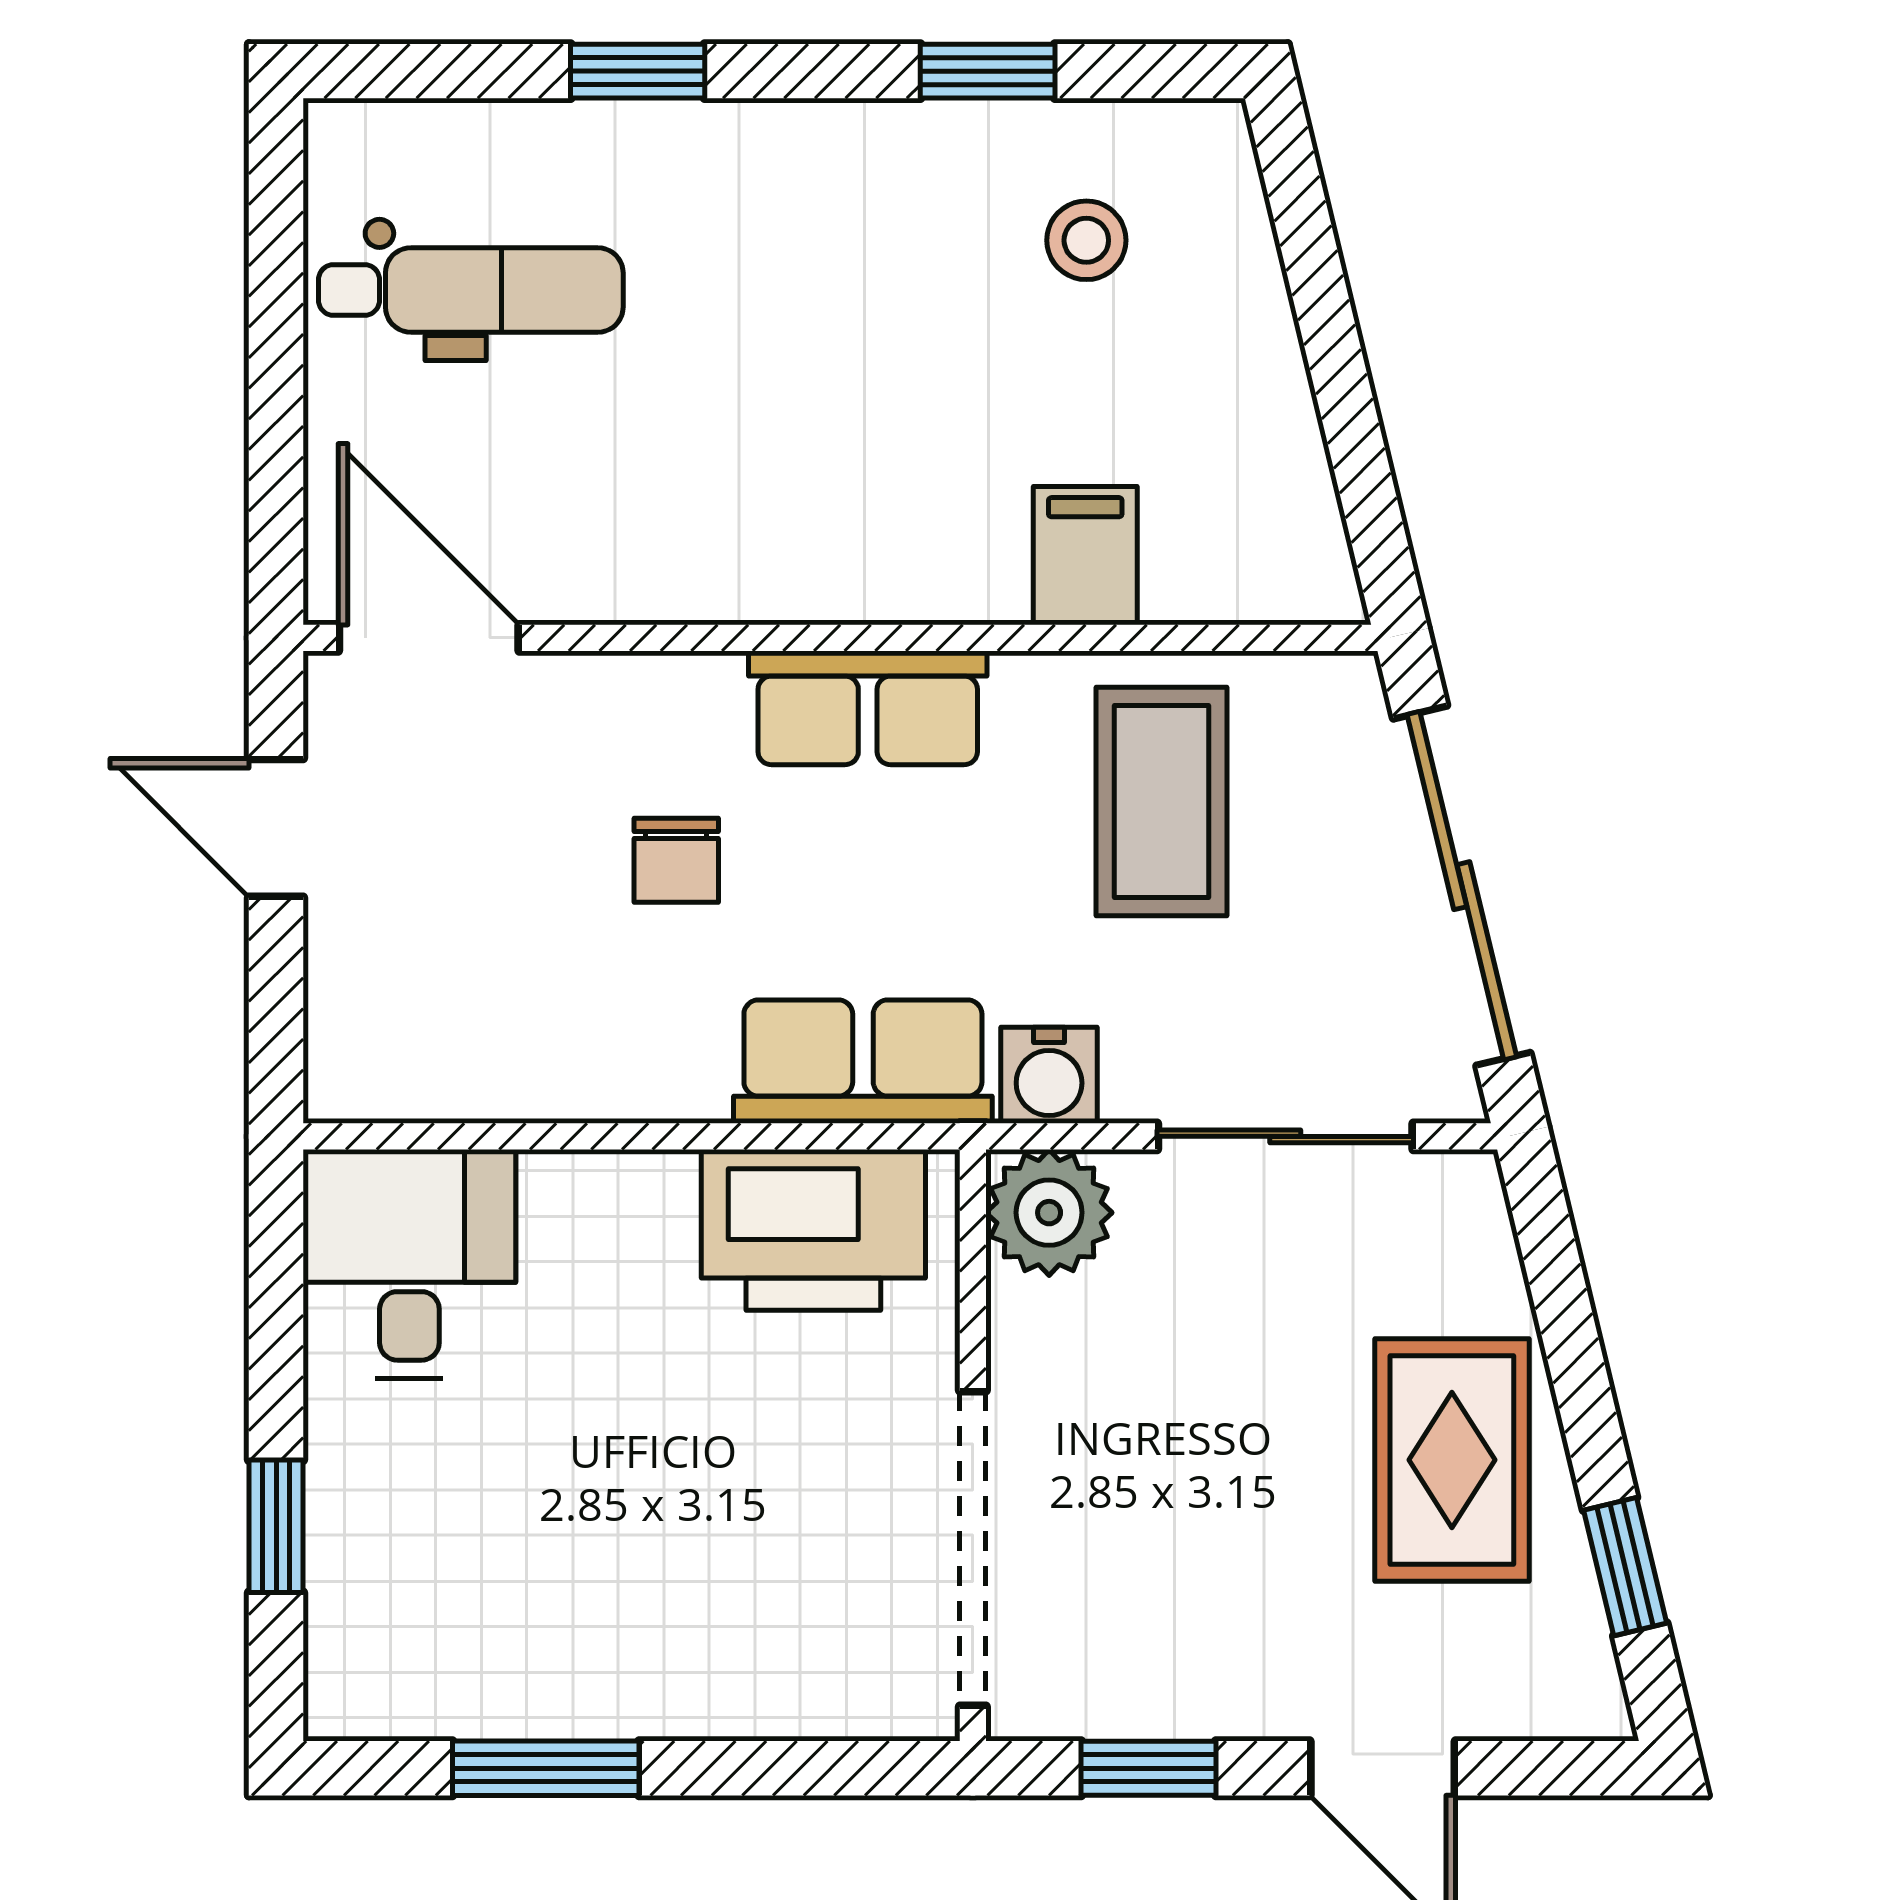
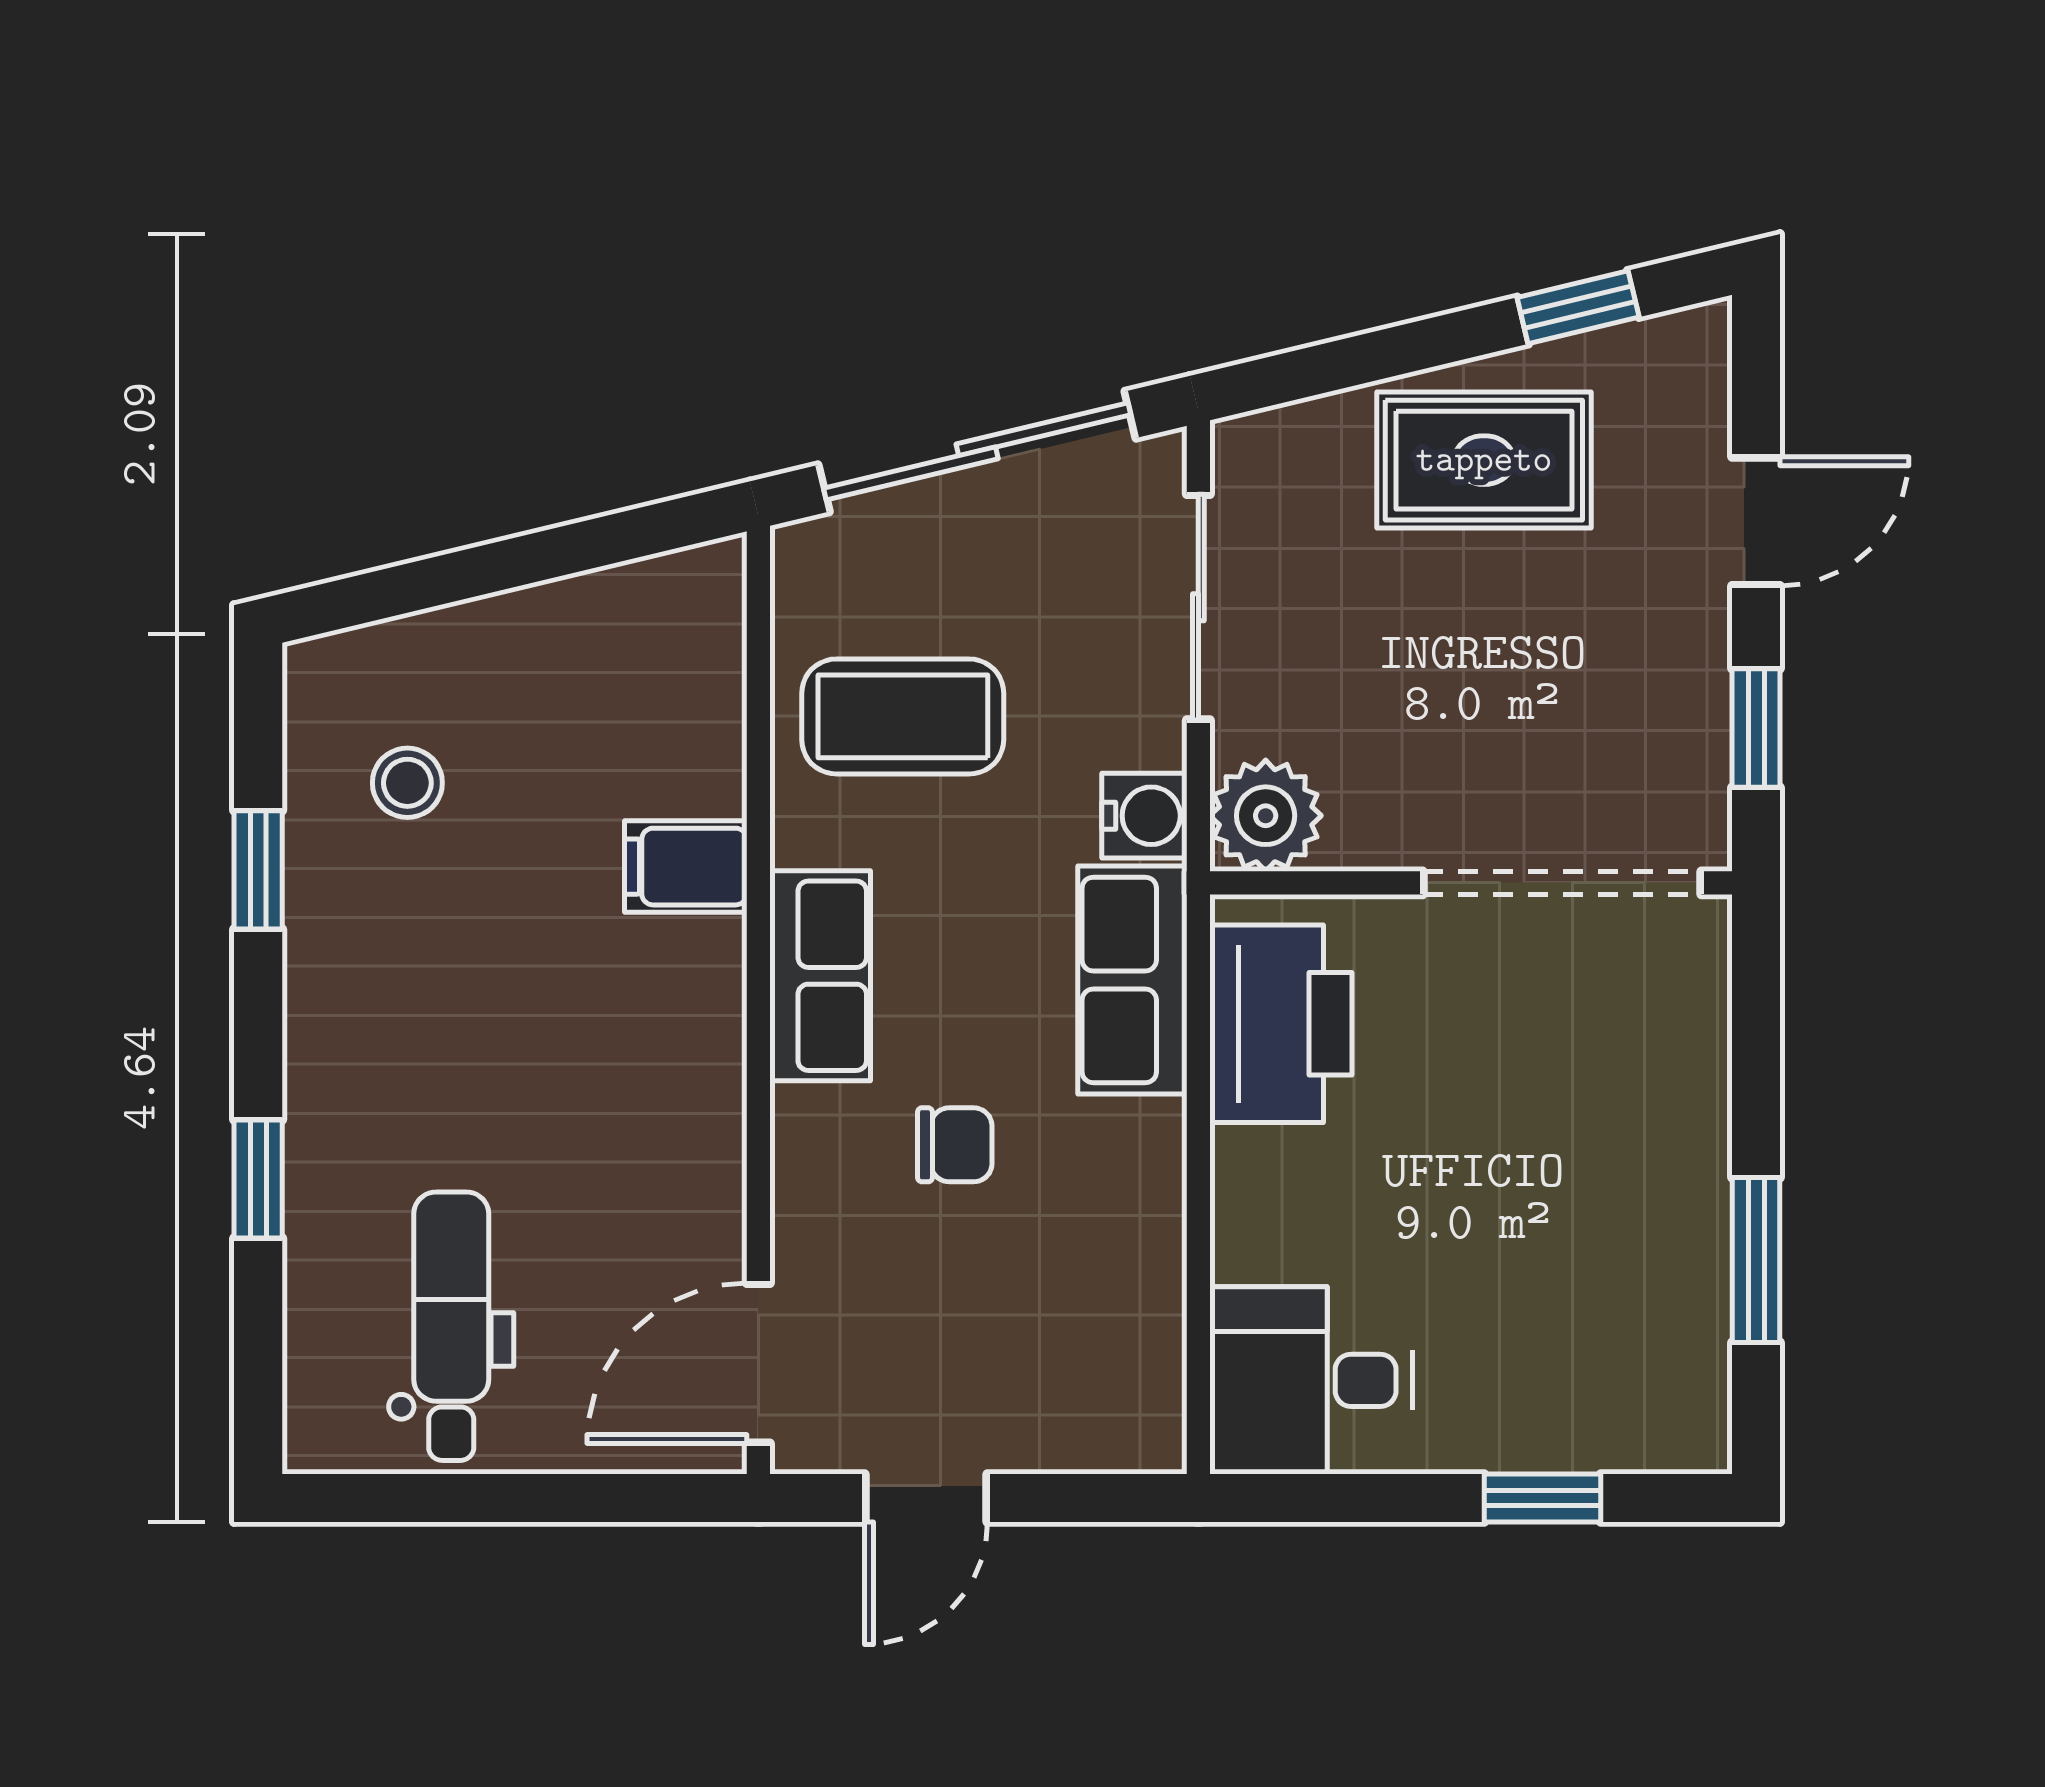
filing cabinet: (1085, 556) -> (686, 867), moved

